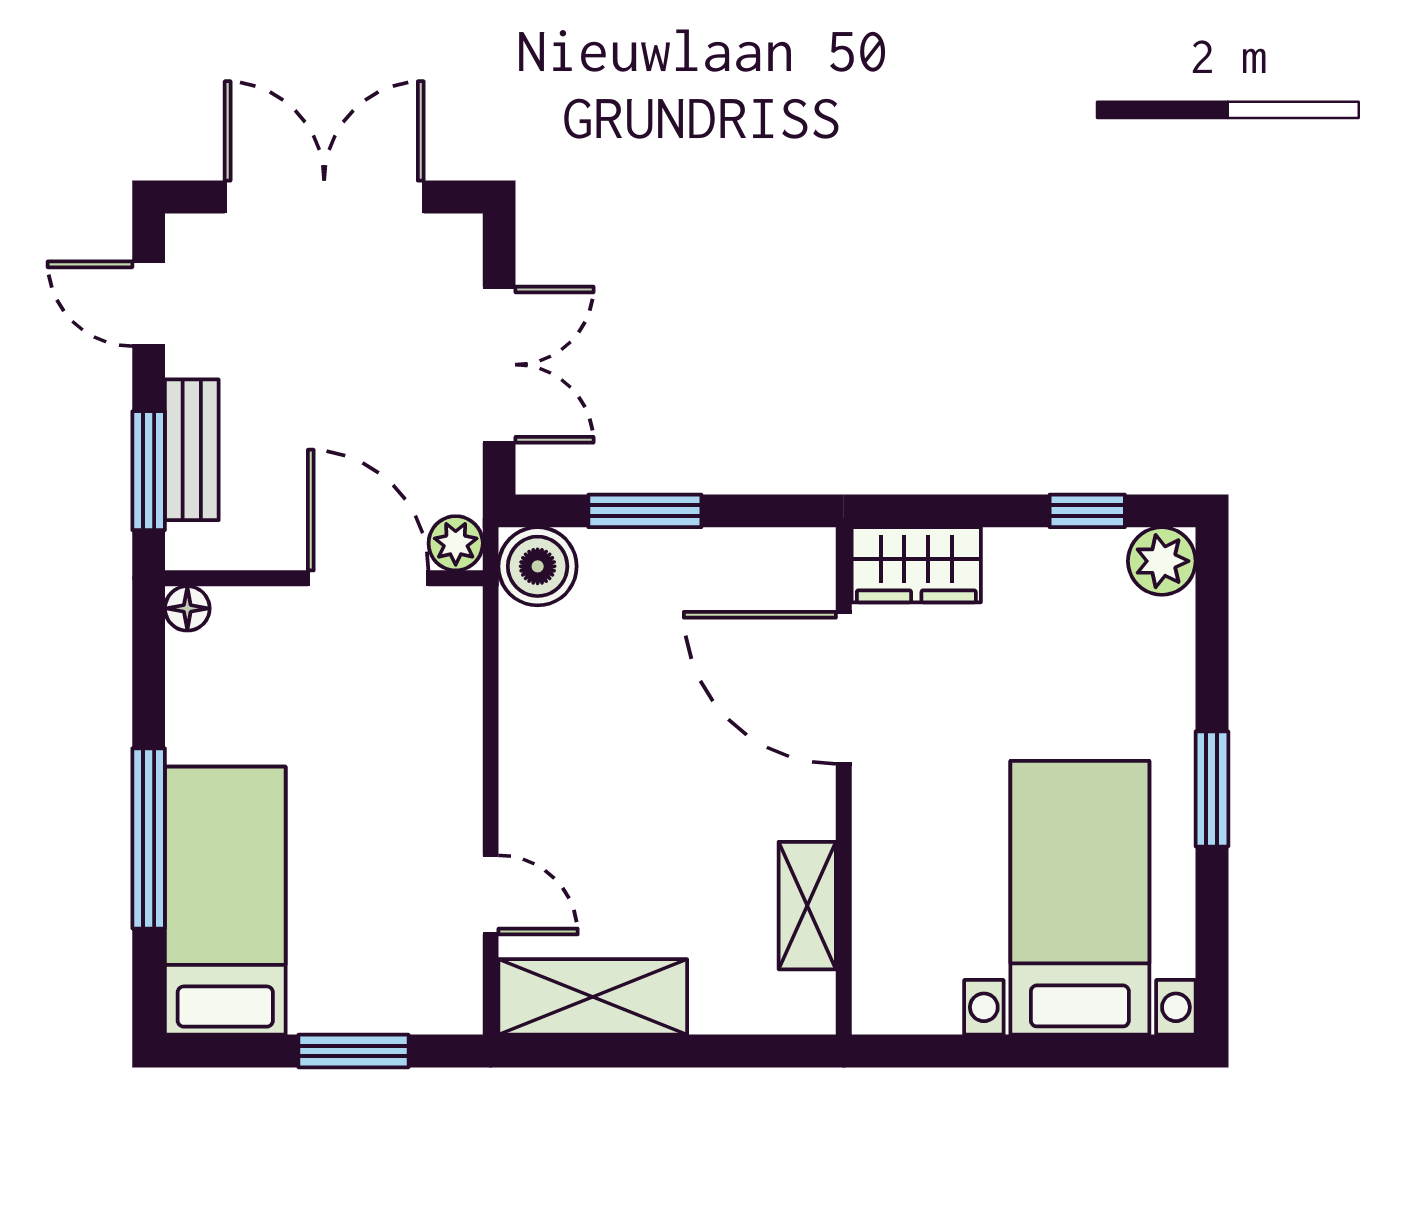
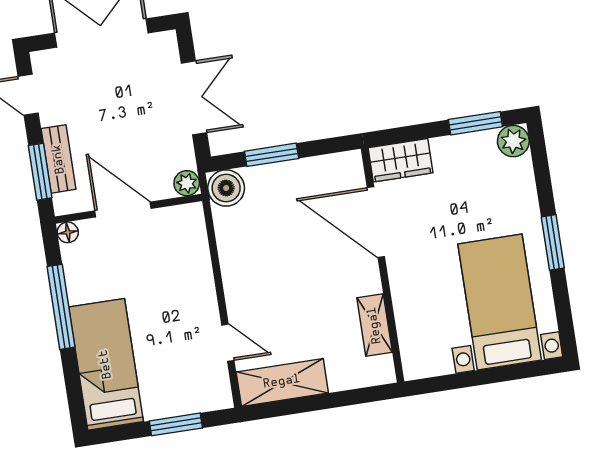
window: (1087, 511) -> (475, 123), width x1.50
door: (368, 578) -> (123, 210), moved
window: (149, 838) -> (61, 307), moved

